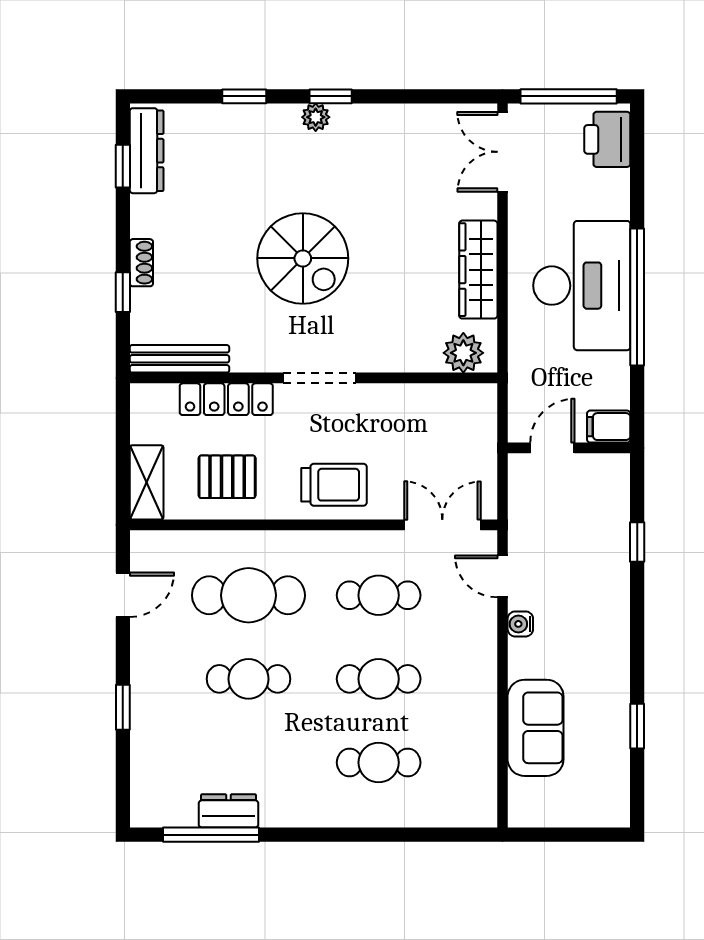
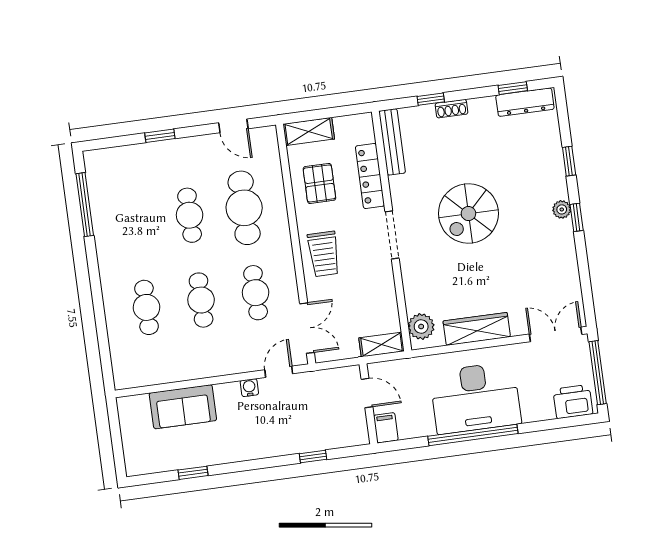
shelving: (482, 416) -> (382, 345), added
dresser: (228, 811) -> (102, 214), removed

